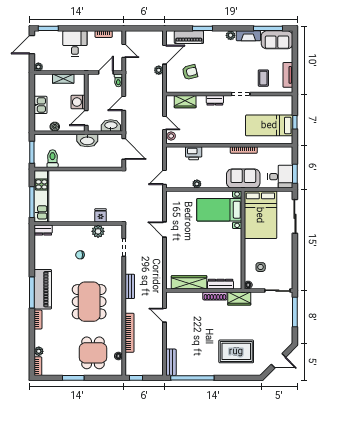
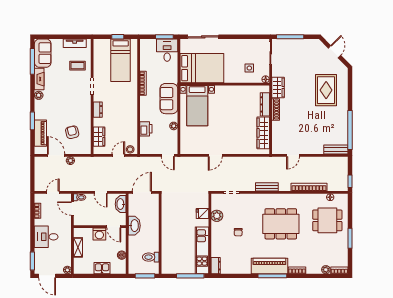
sofa: (243, 178) -> (169, 99), moved
kitchen unit: (41, 196) -> (202, 250), moved, turned -90

